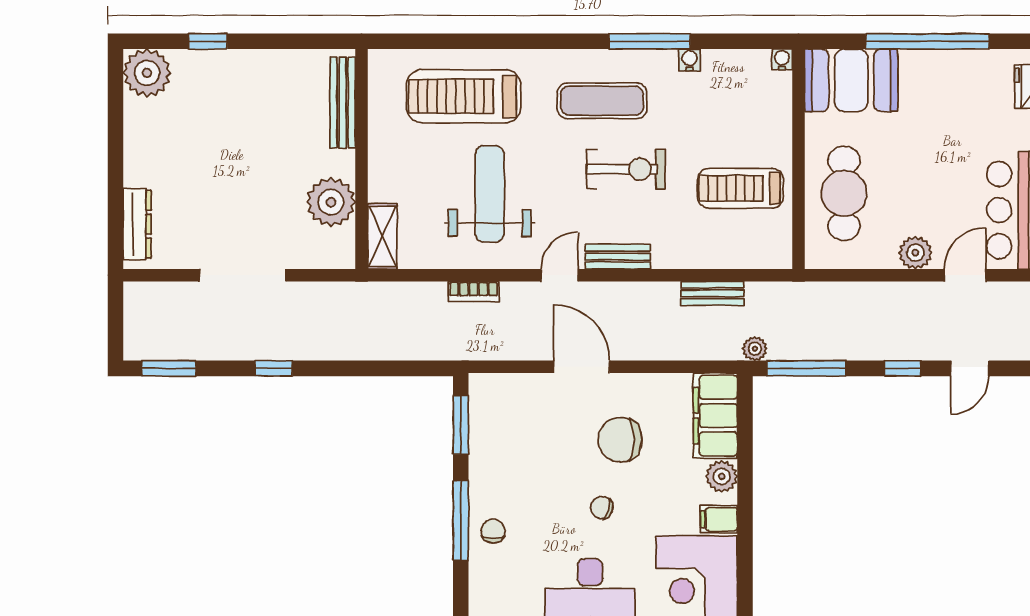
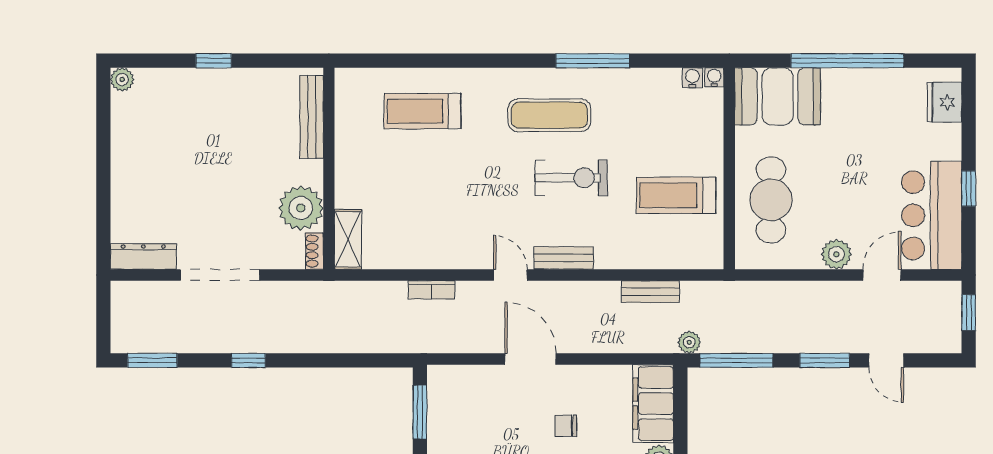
window: (208, 41) -> (214, 61), moved
water cooler: (690, 60) -> (692, 78), moved
plant: (147, 73) -> (122, 79), width x0.53, depth x0.53
treadmill: (464, 96) -> (422, 111), width x0.73, depth x0.73
weight bench: (490, 194) -> (446, 201), removed
dresser: (137, 224) -> (143, 257), moved, turned -90
shoe rack: (346, 249) -> (314, 251), added
door: (560, 275) -> (510, 275), hinge flipped
window: (903, 368) -> (825, 360), width x1.50
door: (970, 368) -> (886, 360), hinge flipped
chair: (620, 440) -> (566, 426), width x0.54, depth x0.54

